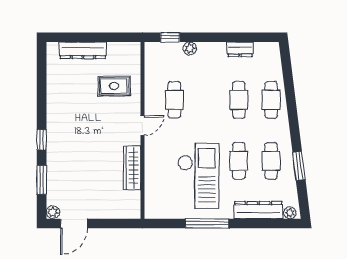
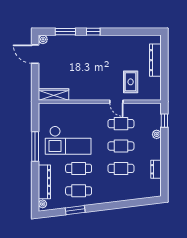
cafe table: (271, 100) -> (121, 146), moved
door: (143, 126) -> (116, 102), moved
wardrobe: (132, 168) -> (54, 94), moved

